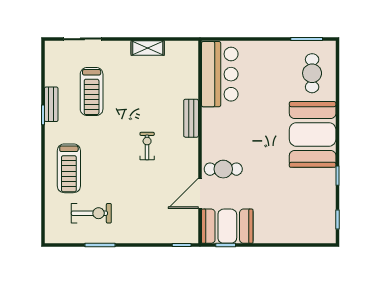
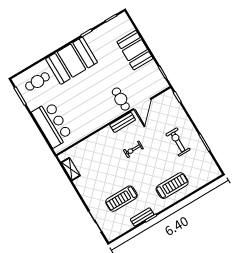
shelving: (148, 48) -> (71, 169), moved
bar counter: (220, 74) -> (52, 124), moved, turned 90
treadmill: (92, 92) -> (122, 199), turned 180
bench: (191, 118) -> (123, 122), moved
door: (200, 193) -> (142, 104), hinge flipped
exercise bike: (91, 213) -> (178, 142), moved
booth: (227, 226) -> (135, 50), moved

